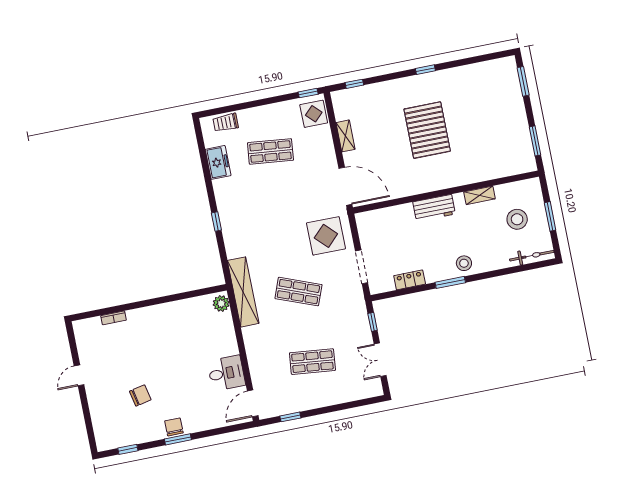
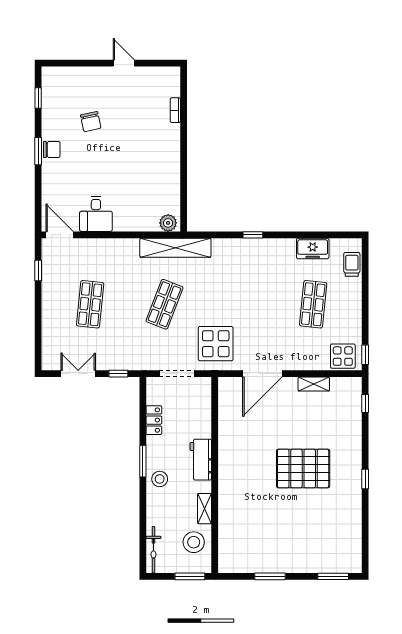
wall: (446, 192) -> (215, 475), moved
shelving: (479, 195) -> (205, 509), moved
workbench: (434, 208) -> (201, 460), moved

